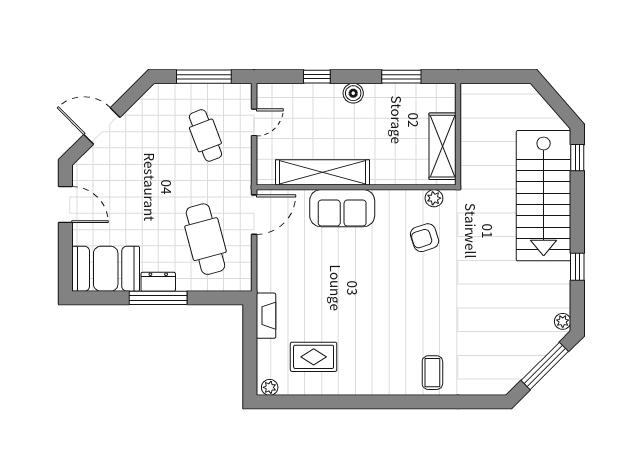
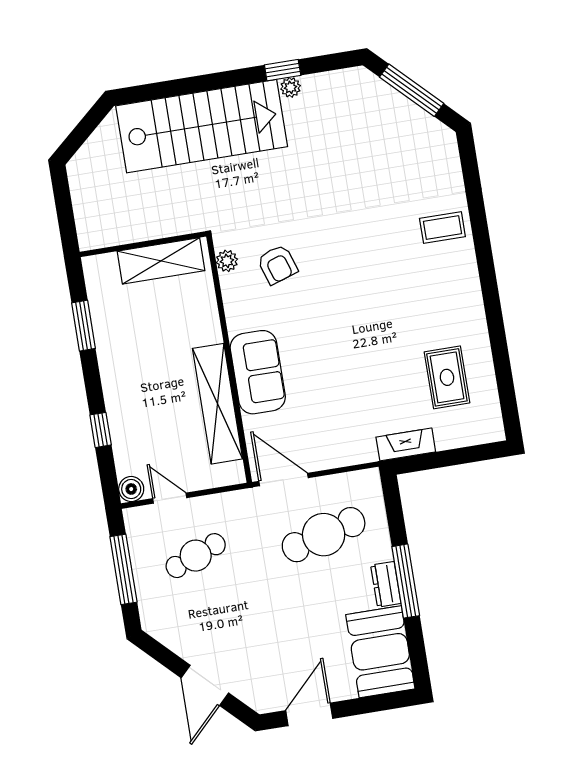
boiler: (353, 93) -> (131, 489), moved
window: (577, 158) -> (148, 92), removed
plant: (563, 321) -> (291, 87), moved
plant: (270, 387) -> (494, 425), removed

